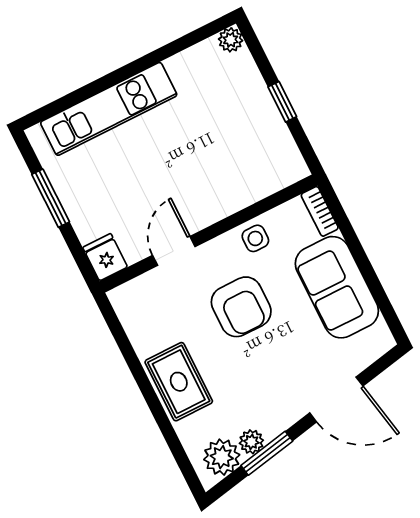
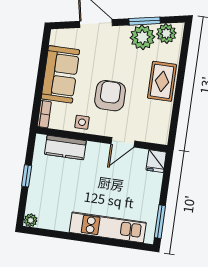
kitchen counter: (254, 184) -> (65, 148), added
window: (51, 198) -> (160, 222), moved
plant: (251, 442) -> (142, 37), width x1.88, depth x1.88

